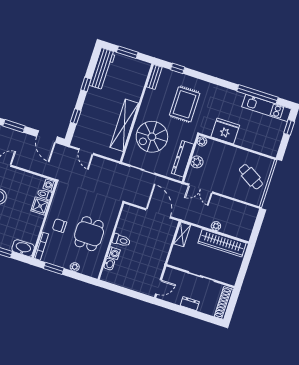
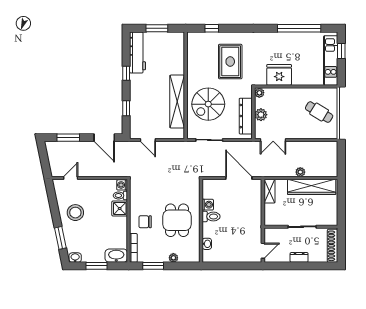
bench: (154, 77) -> (191, 44), removed
kitchen unit: (267, 108) -> (331, 60), moved, turned 90
washing machine: (114, 253) -> (208, 205), moved

